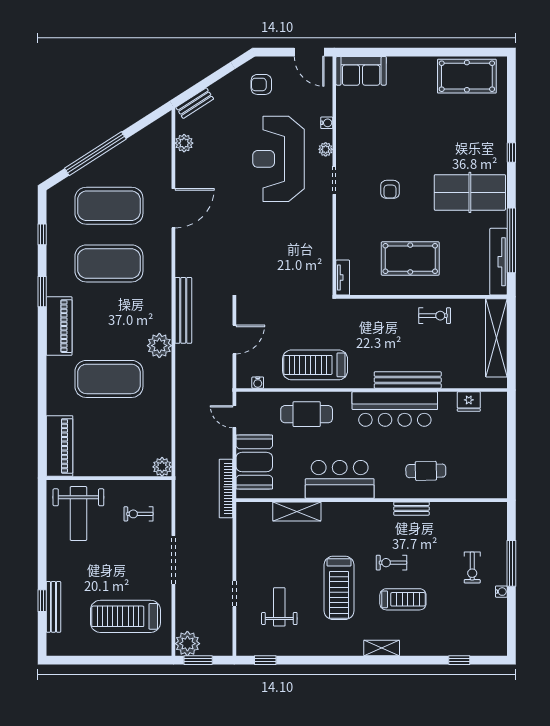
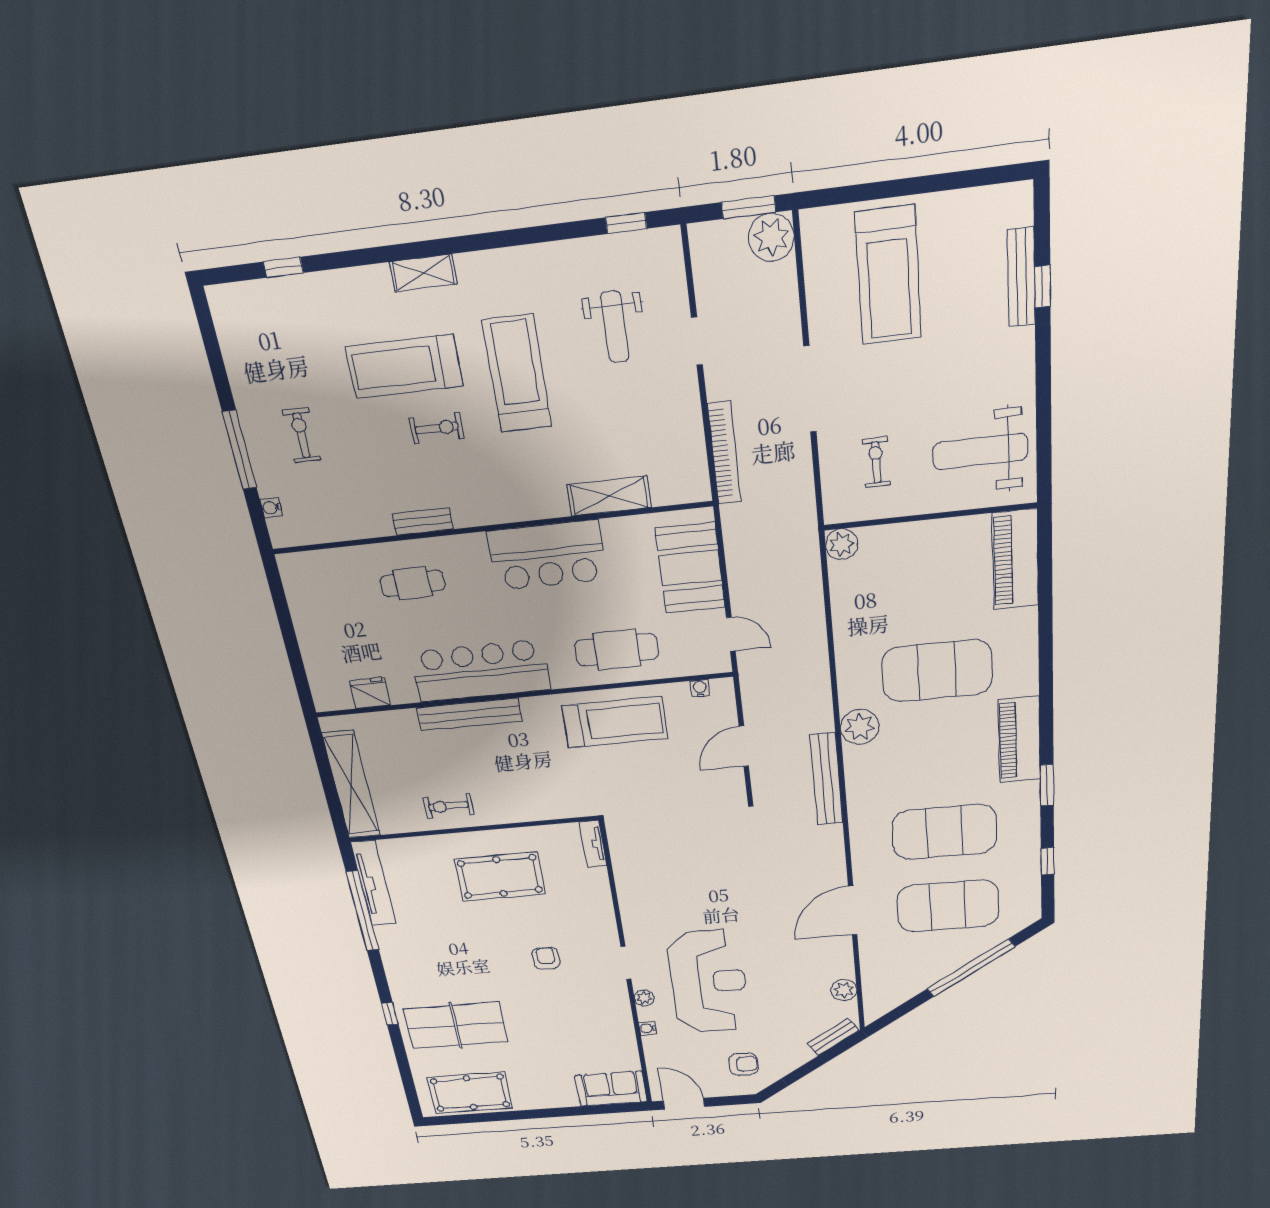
table tennis table: (470, 192) -> (456, 1025), moved
bookcase: (226, 488) -> (724, 453), moved
weight bench: (78, 513) -> (980, 452), turned -90
exercise bike: (138, 514) -> (876, 462), turned -90
water cooler: (501, 592) -> (271, 508), moved
treadmill: (403, 599) -> (404, 366), width x1.37, depth x1.38
treadmill: (125, 616) -> (888, 276), turned 90

